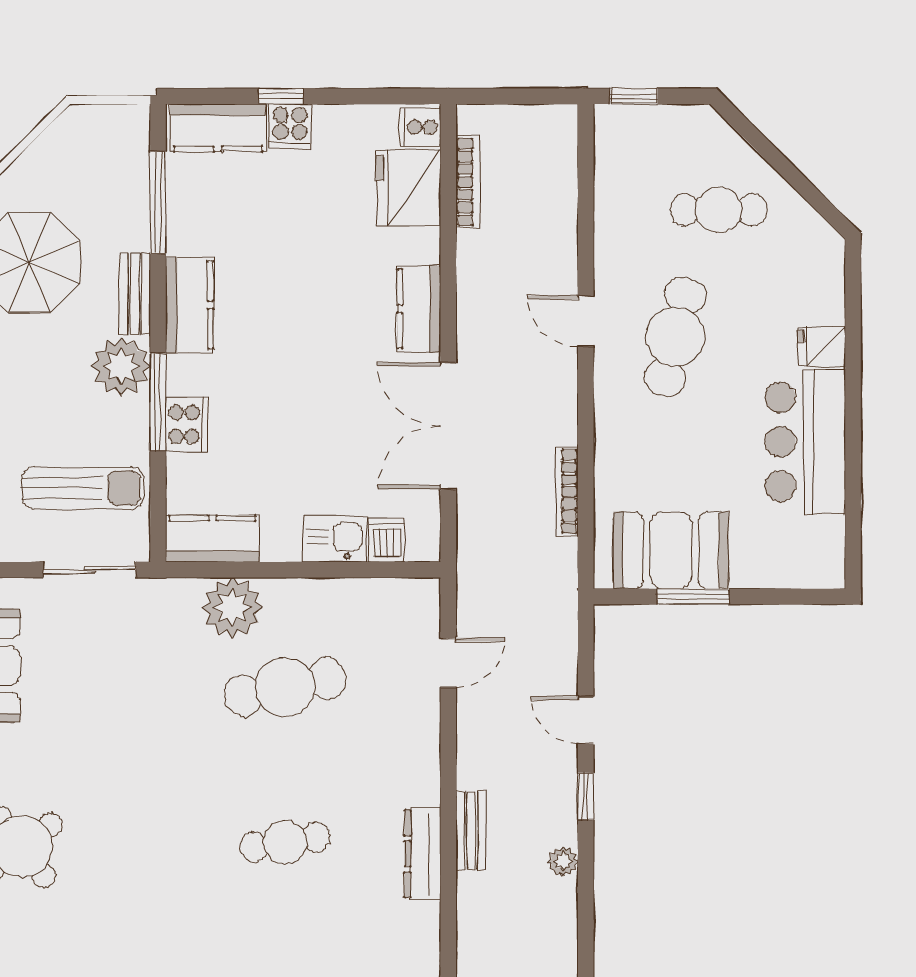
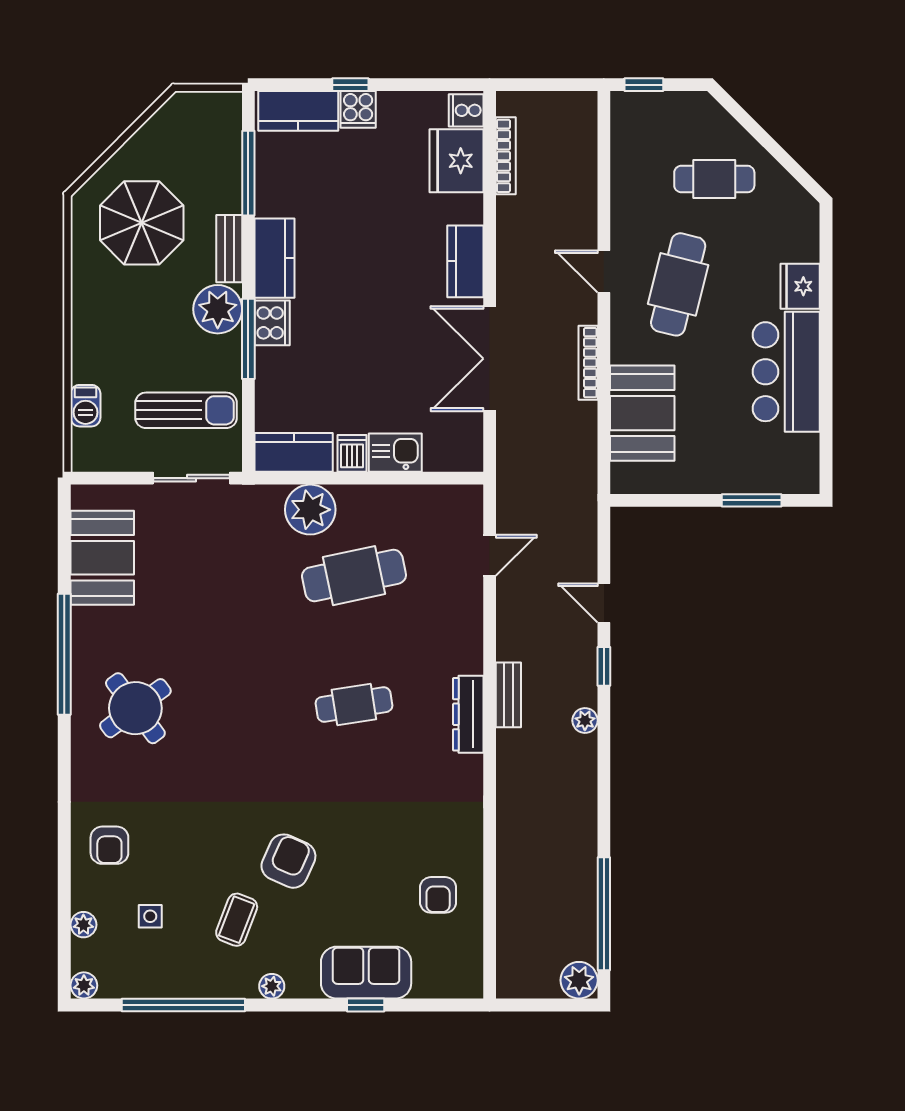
fridge: (822, 346) -> (800, 286), width x1.38
cooker: (187, 424) -> (272, 323), moved
bookcase: (567, 492) -> (588, 363), moved
dishwasher: (387, 540) -> (352, 453), moved
booth: (671, 550) -> (642, 413), moved, turned 90
window: (693, 597) -> (752, 500), moved

